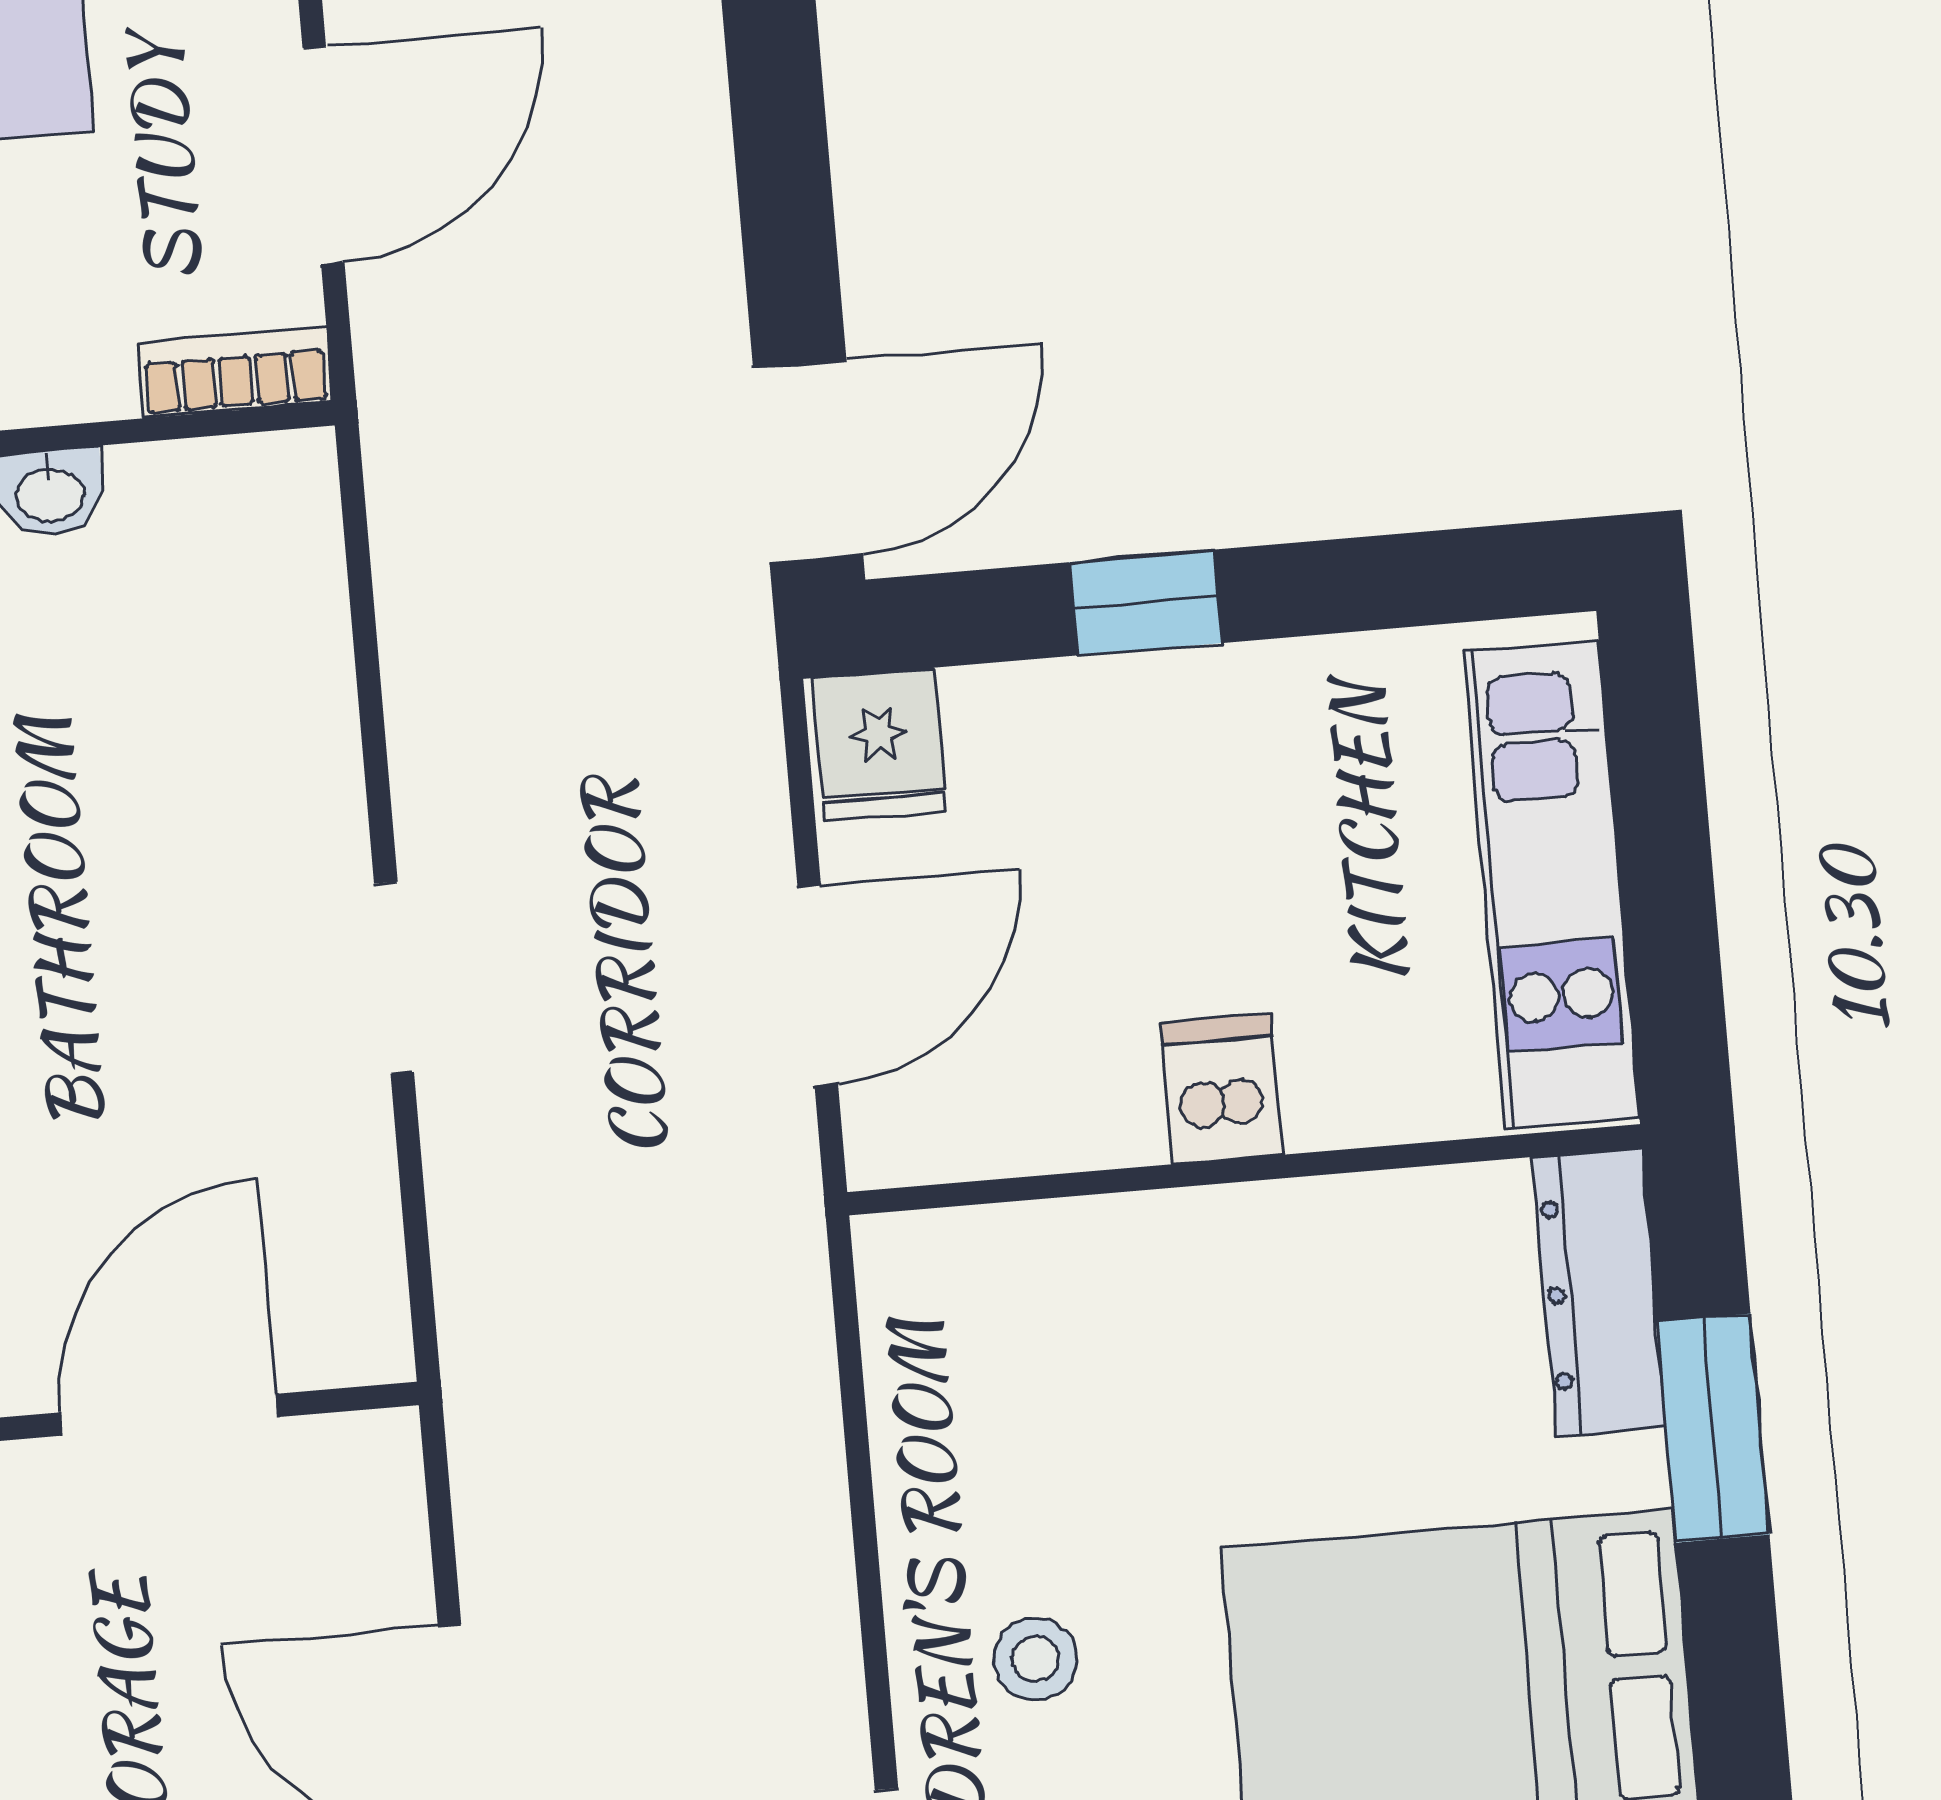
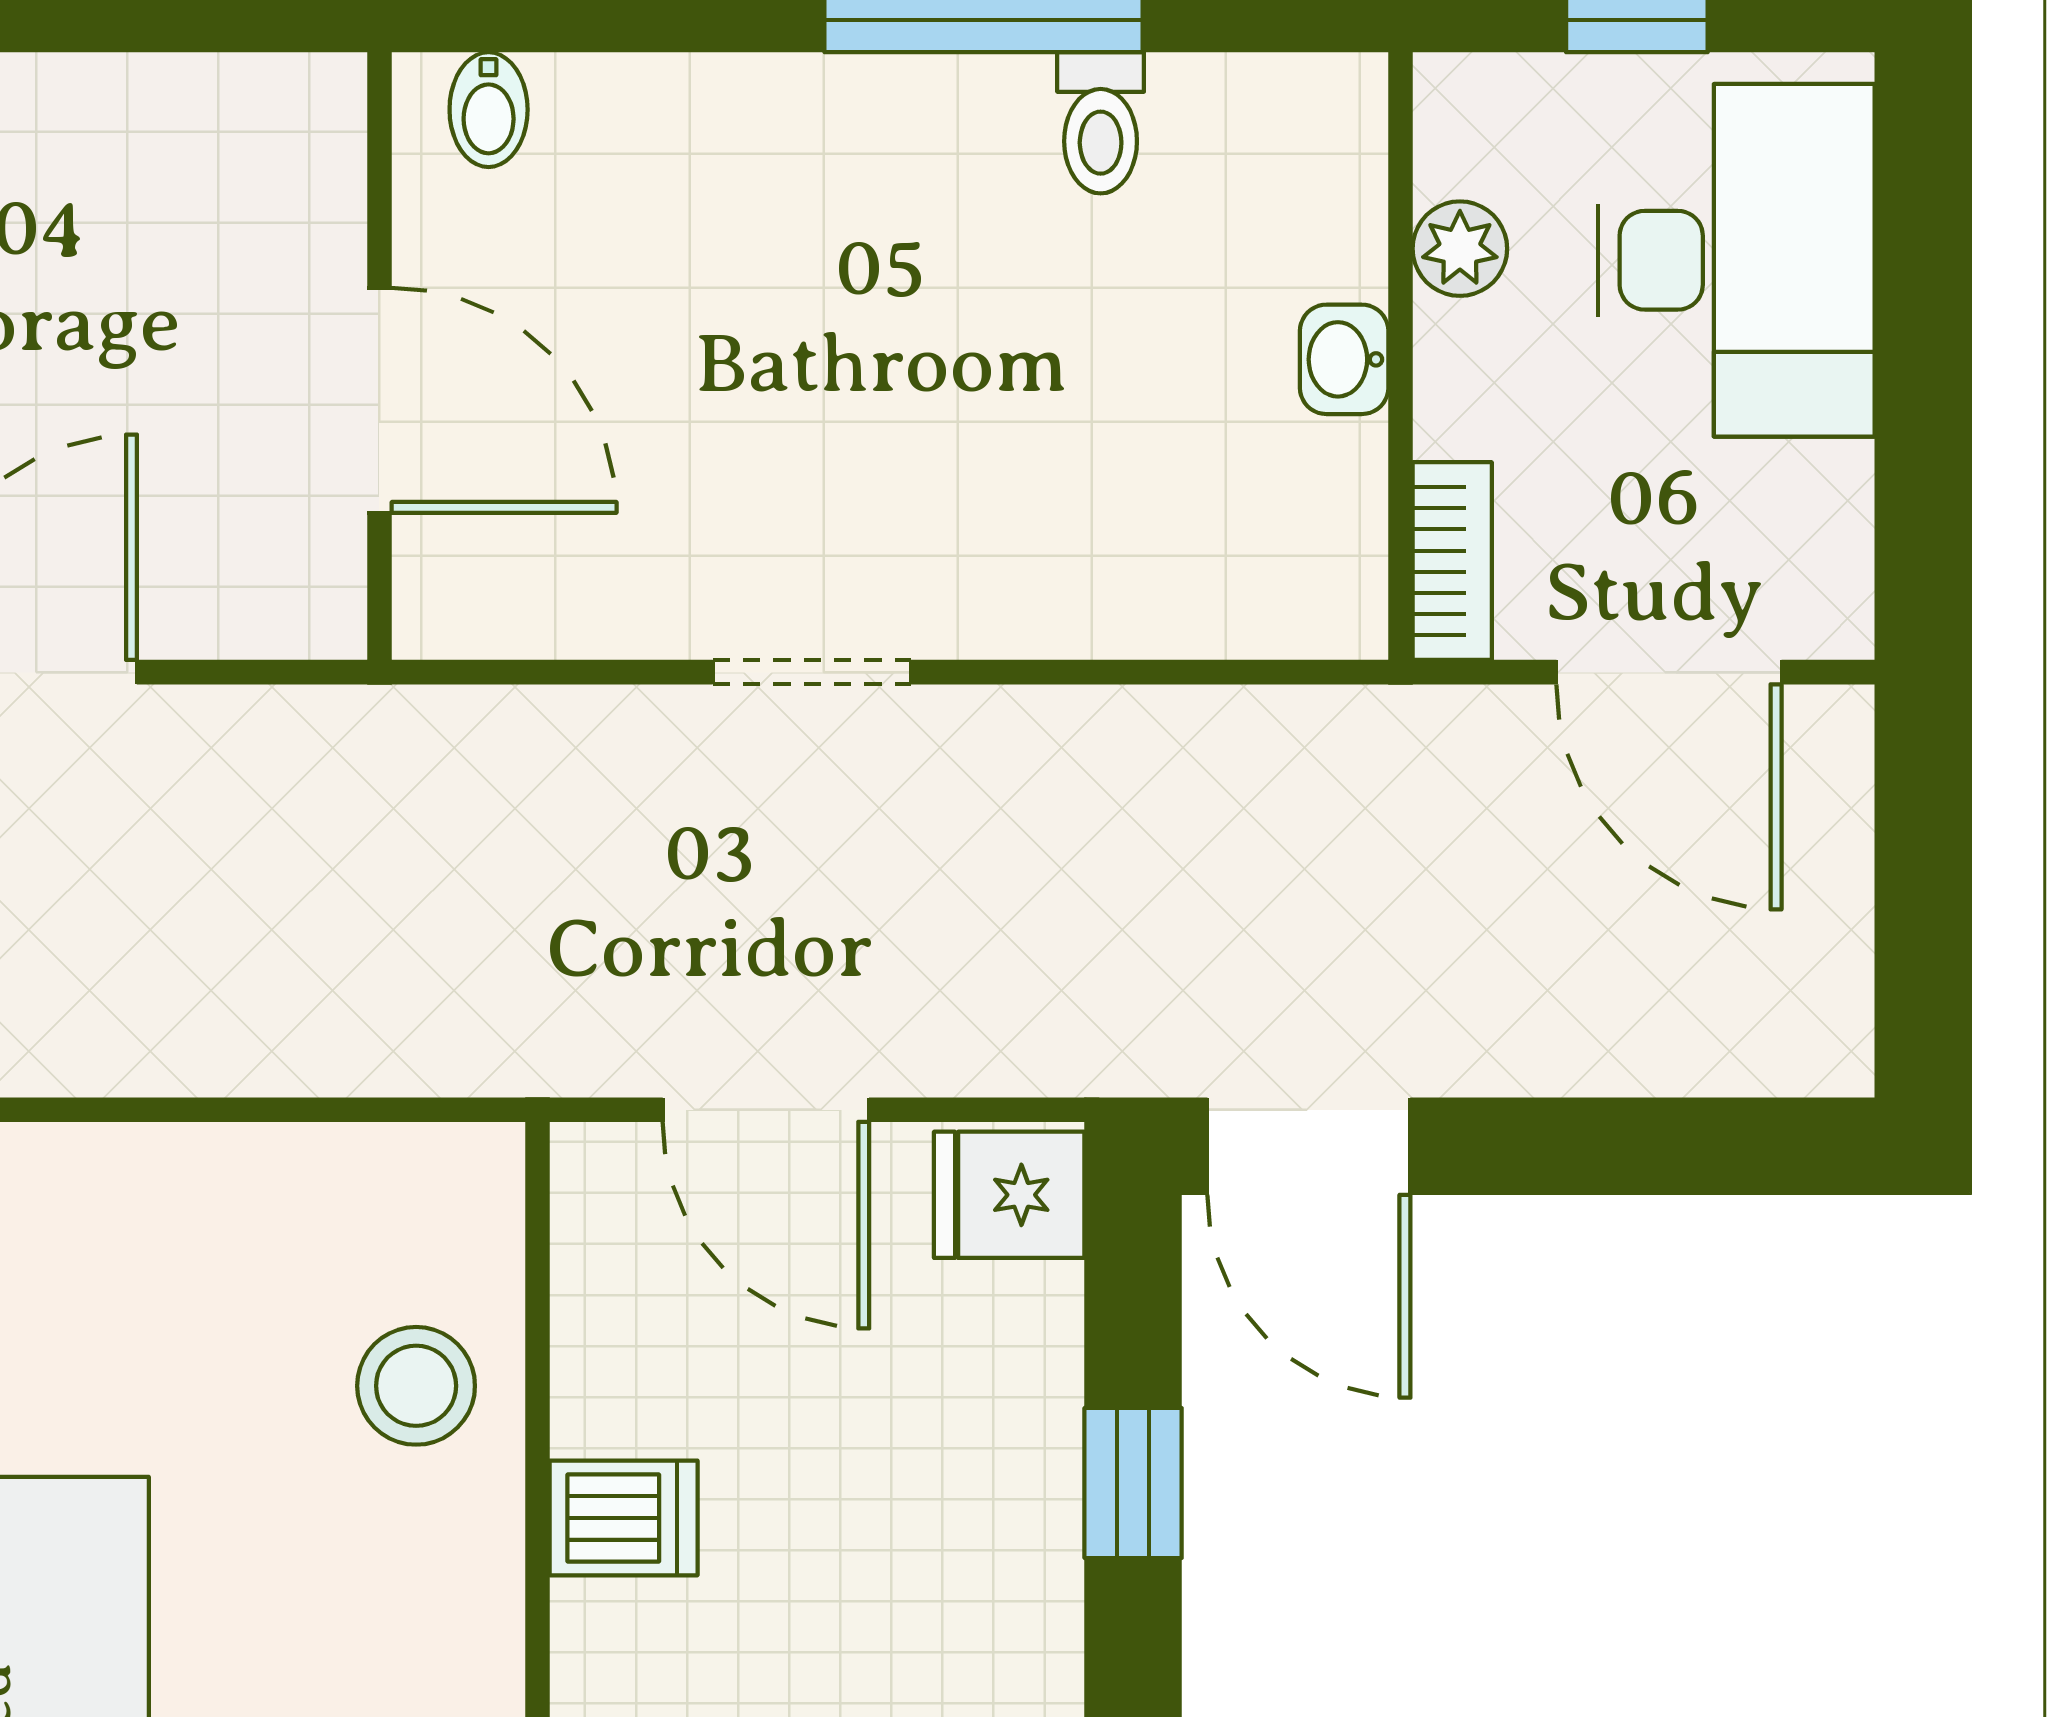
stool: (1035, 1659) -> (416, 1386), moved, width x1.37, depth x1.37

